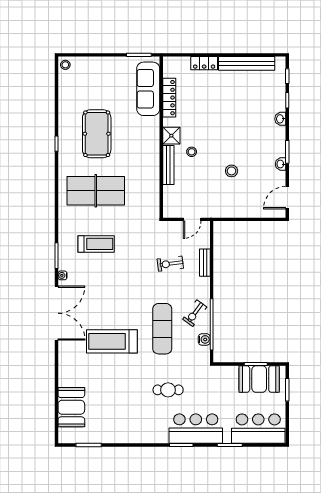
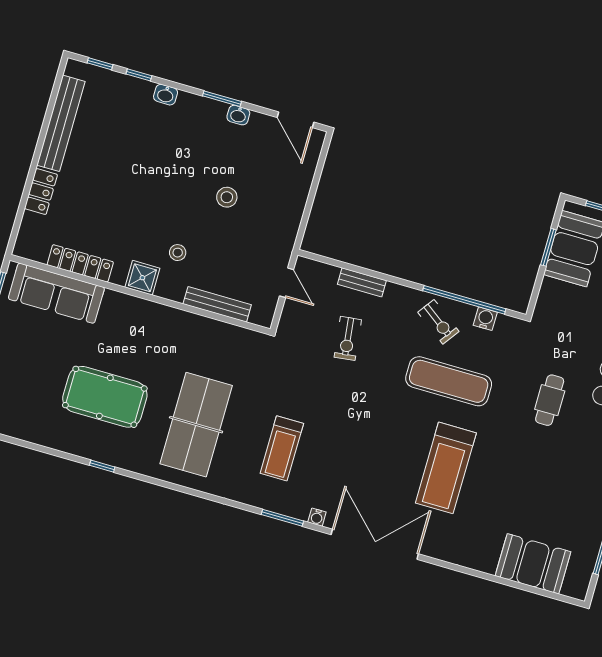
bench: (168, 165) -> (217, 304), moved
treadmill: (96, 244) -> (282, 448), turned 180

